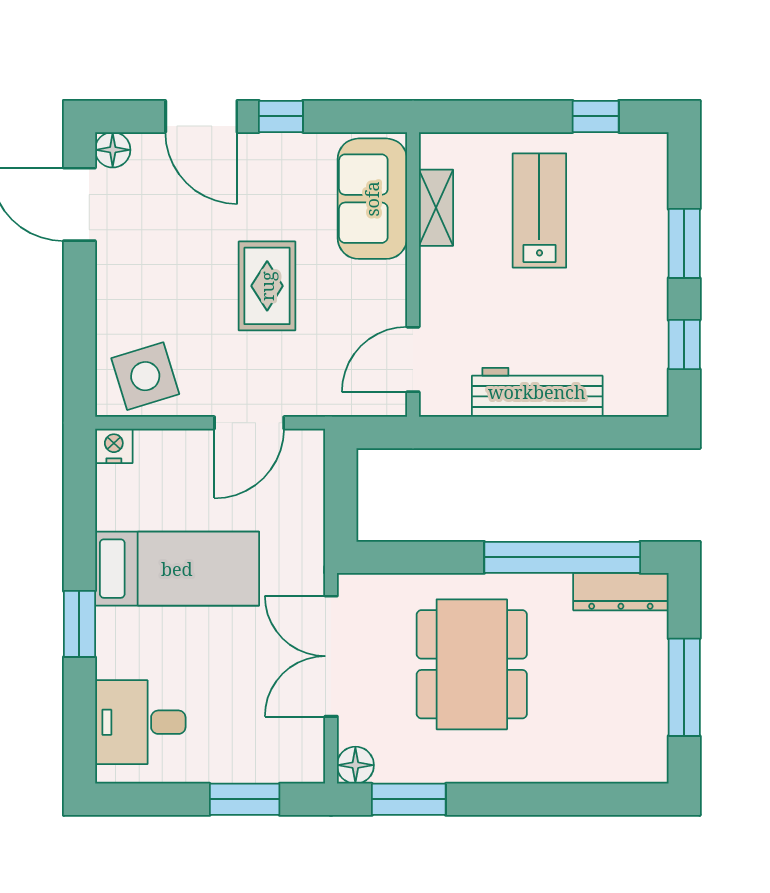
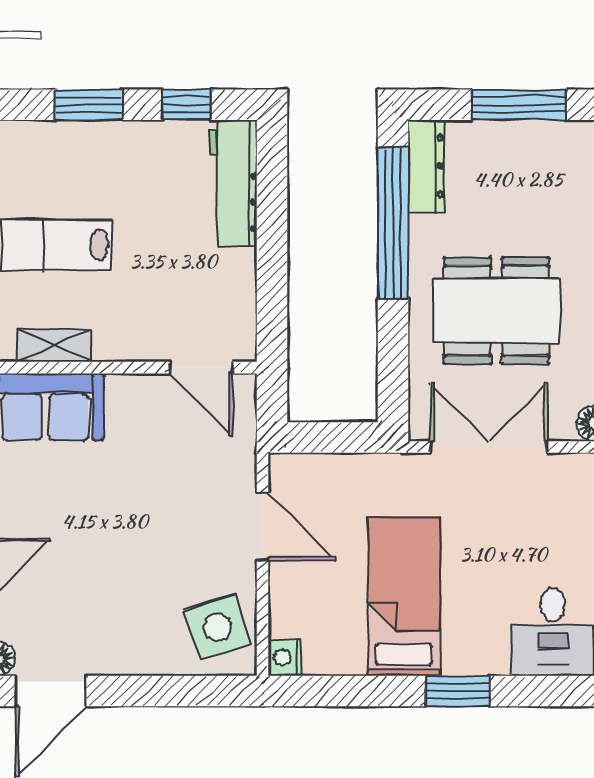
rug: (267, 286) -> (130, 509), removed
workbench: (537, 392) -> (233, 183), moved
double door: (331, 656) -> (489, 447), swing flipped

